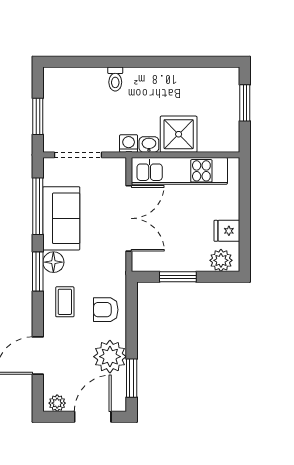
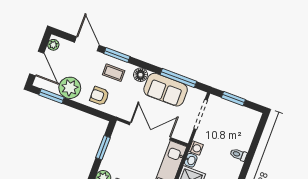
double door: (129, 218) -> (150, 131), swing flipped
window: (38, 271) -> (117, 55), moved
armchair: (106, 310) -> (99, 96), turned -90

